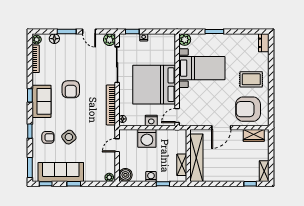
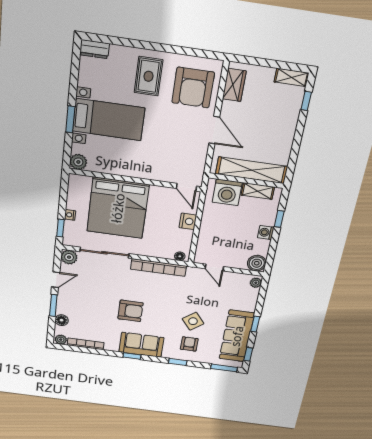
bed with nightstands: (202, 68) -> (108, 120), moved, turned 90
bed: (154, 85) -> (118, 208), moved
washing machine: (147, 138) -> (227, 192), moved, turned 90

